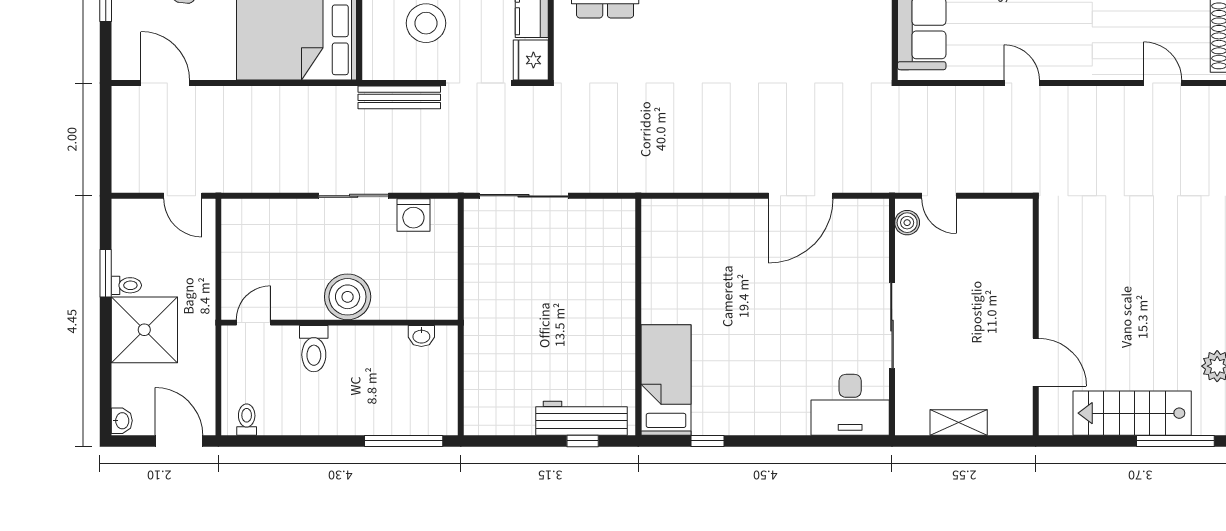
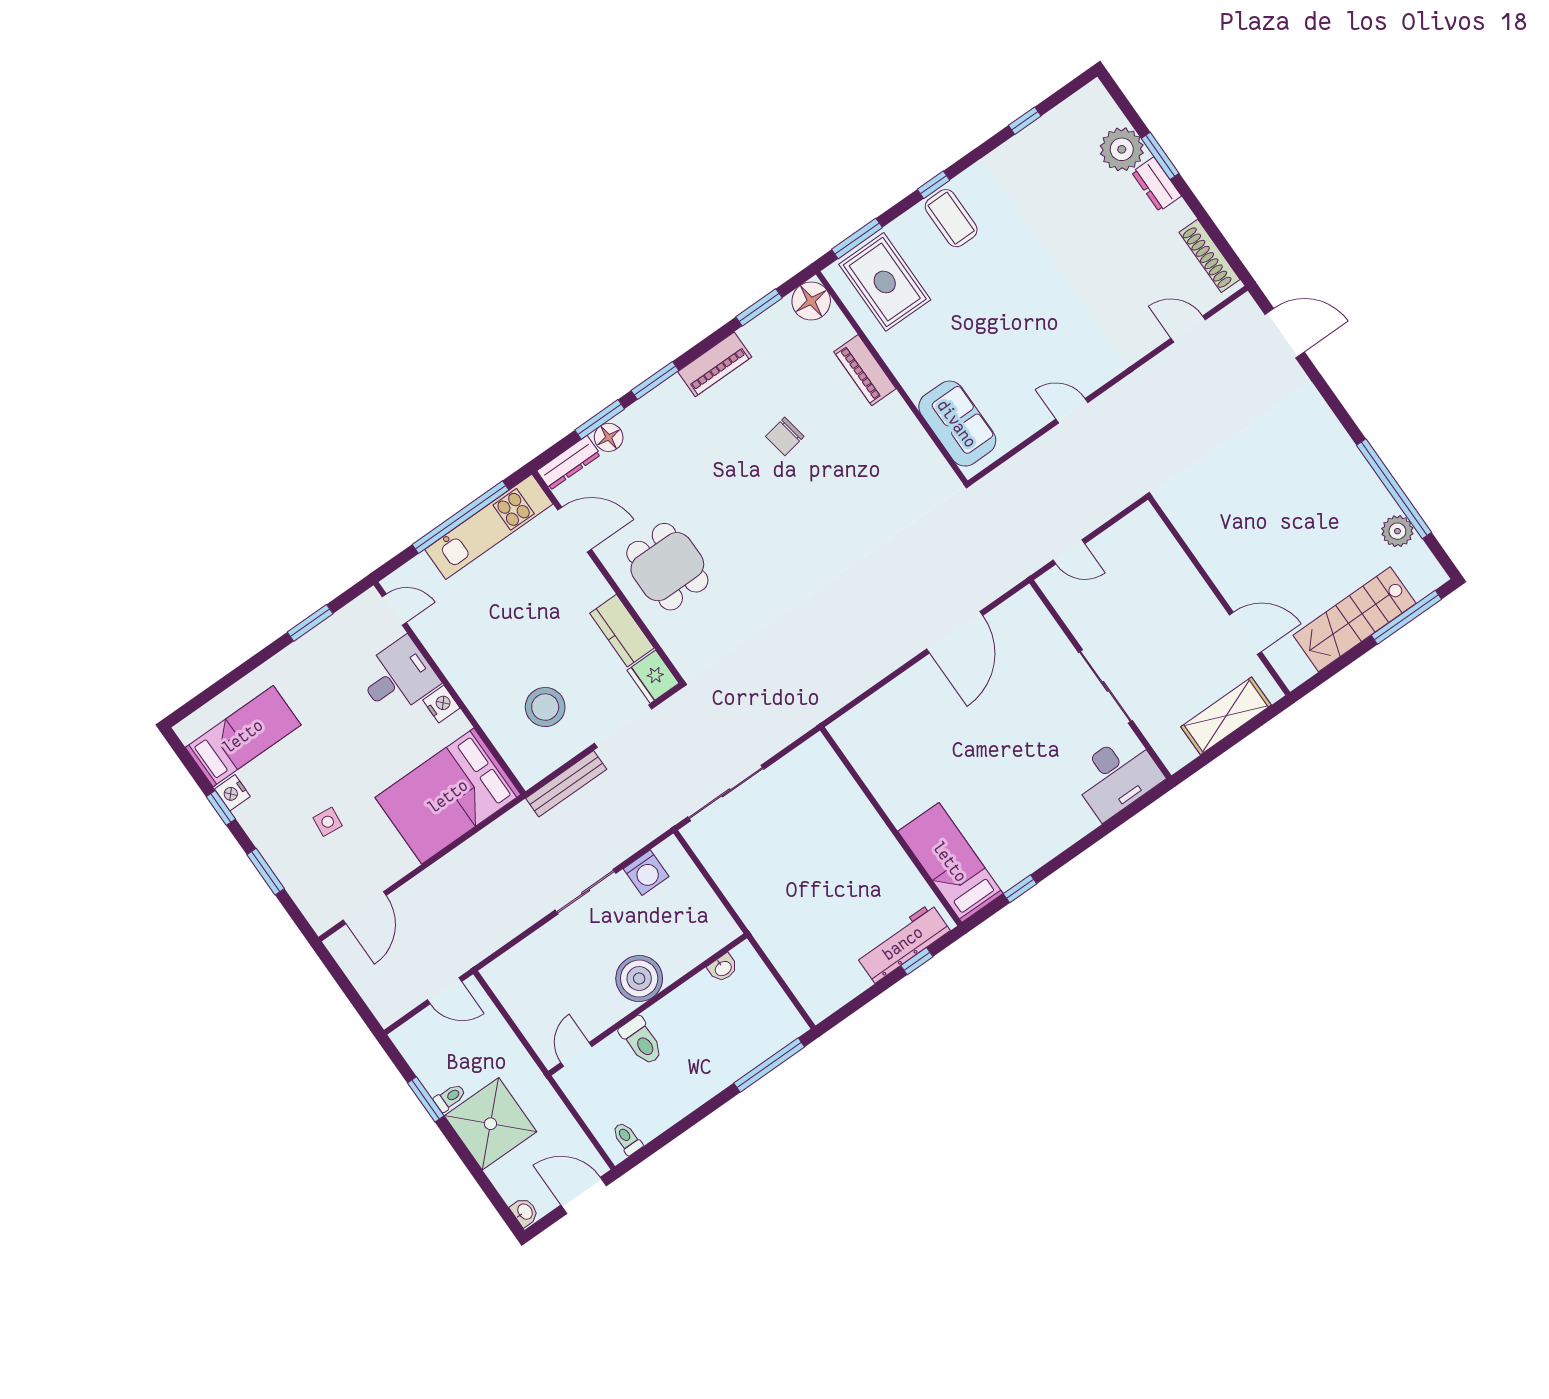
door: (165, 83) -> (365, 908), swing flipped
boiler: (907, 223) -> (1058, 593), removed
shelving: (959, 423) -> (1226, 716), width x1.50, depth x1.33

